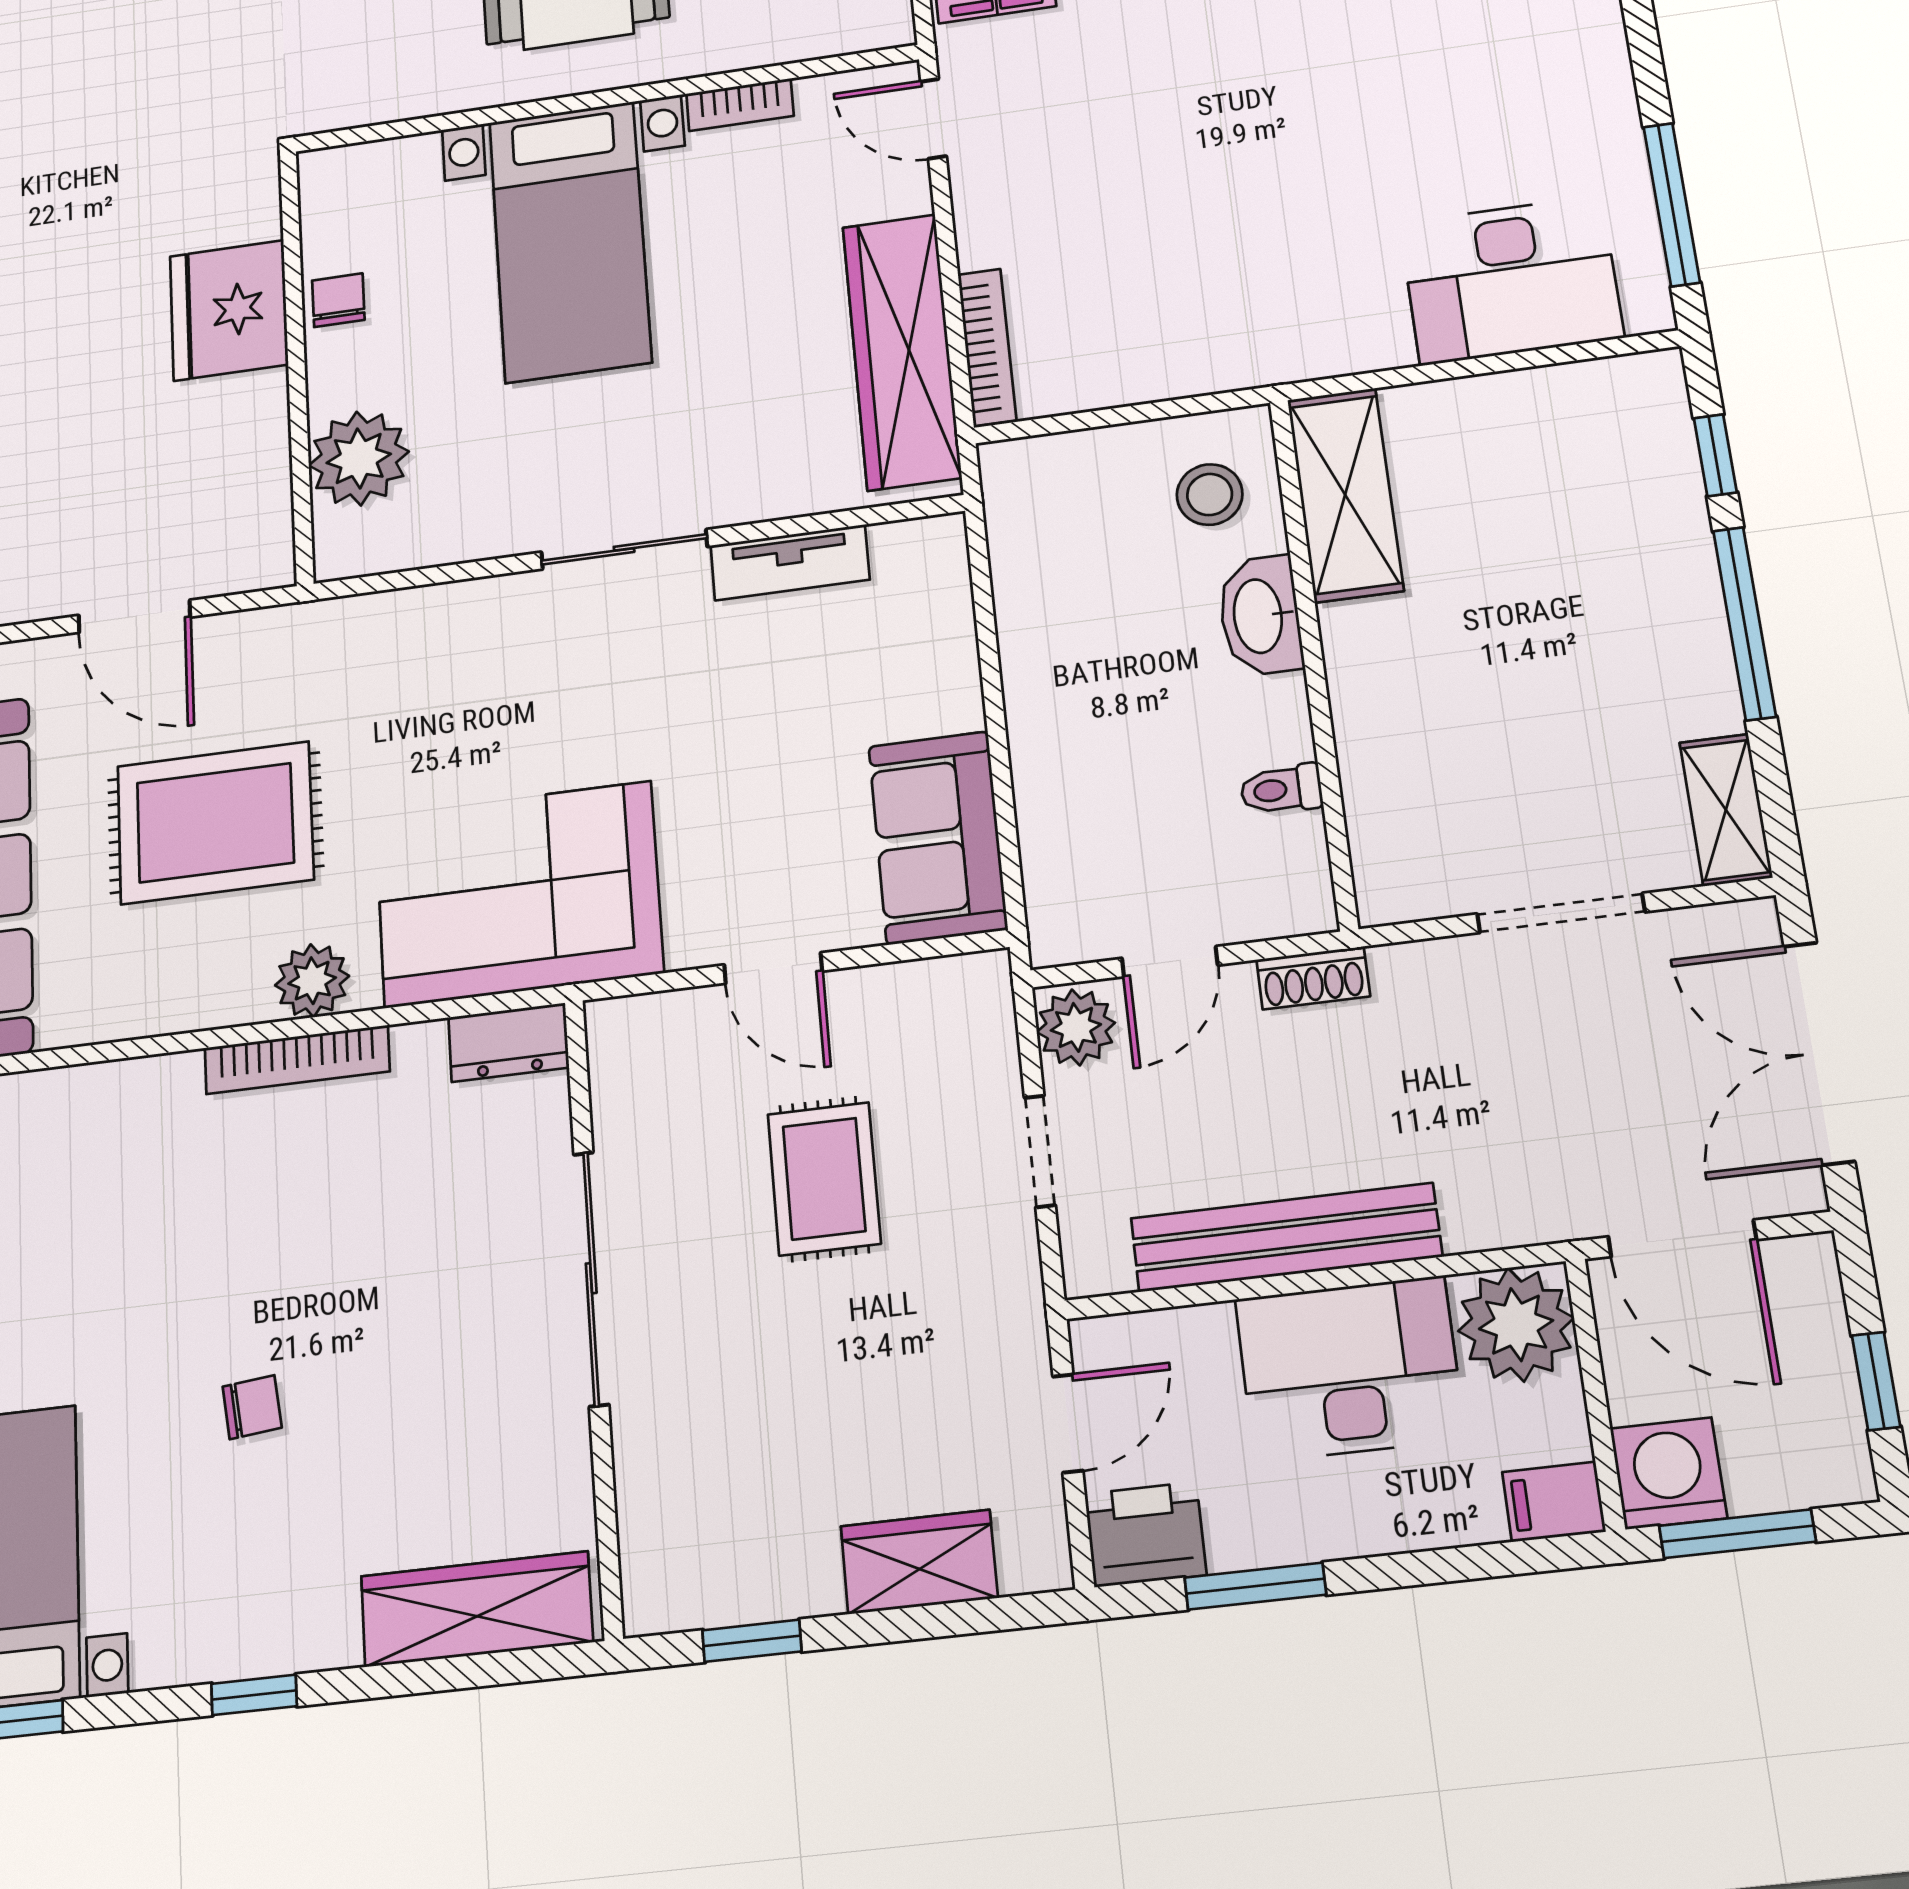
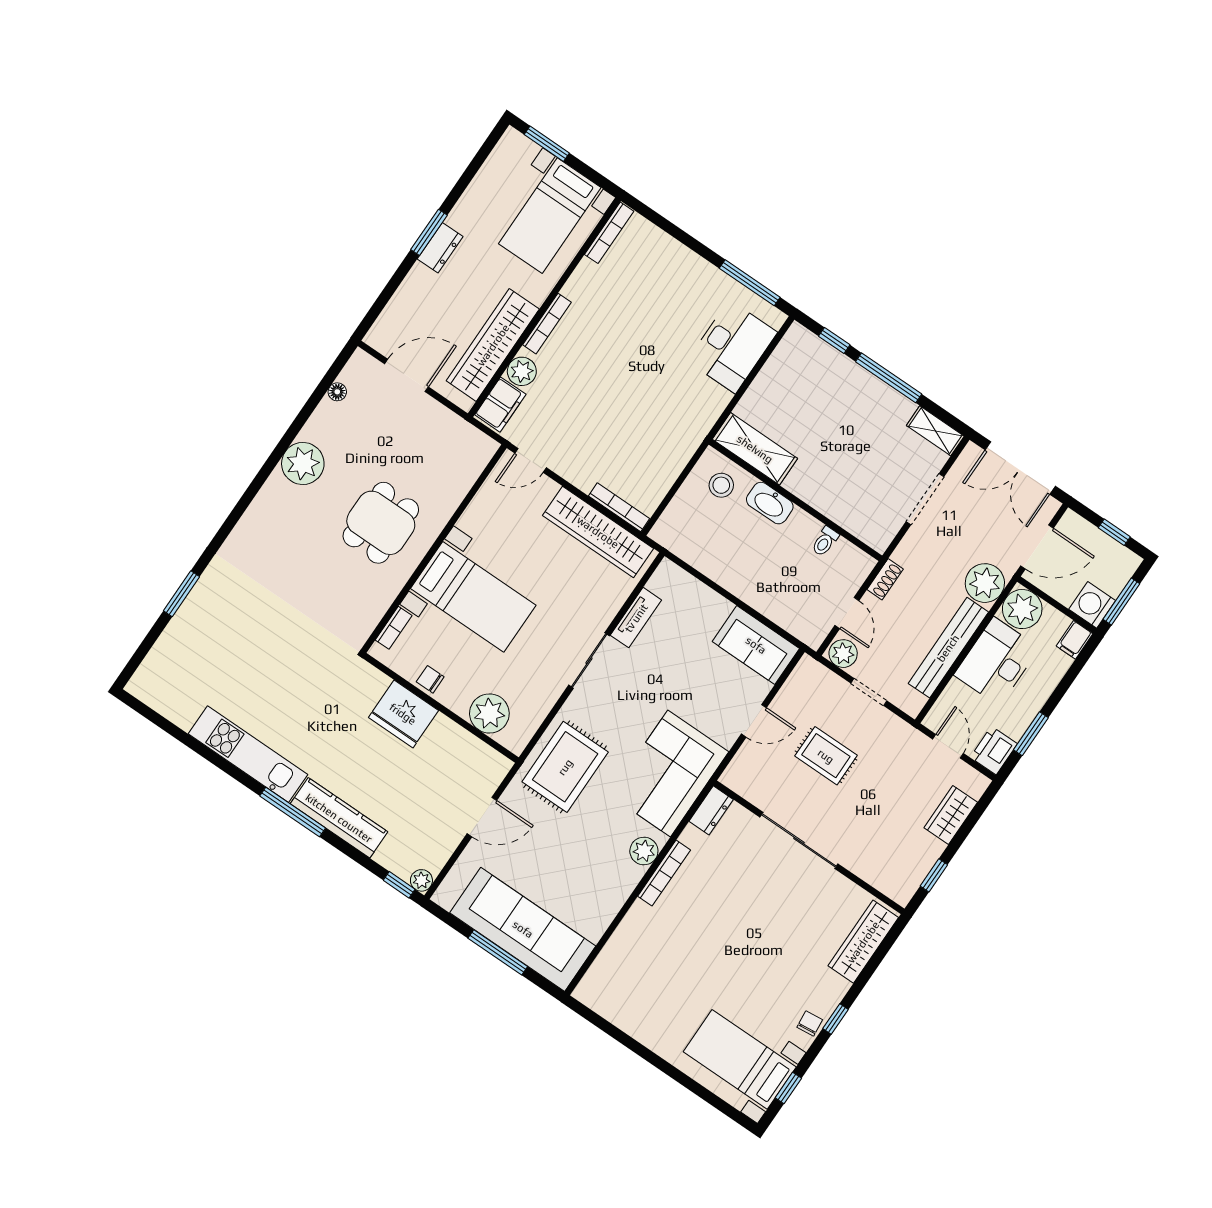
bookcase: (740, 105) -> (394, 628), moved
rug: (215, 823) -> (565, 767), moved
plant: (1498, 1194) -> (985, 583), added
chair: (252, 1407) -> (810, 1024), moved

